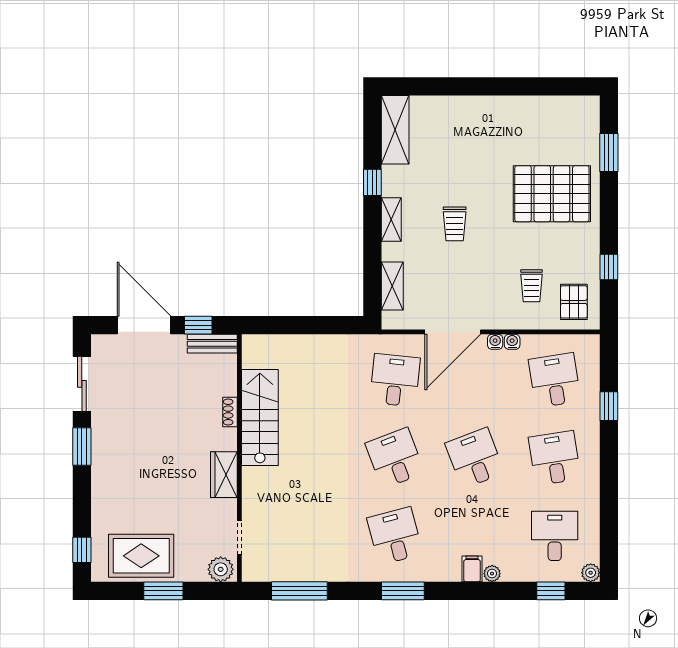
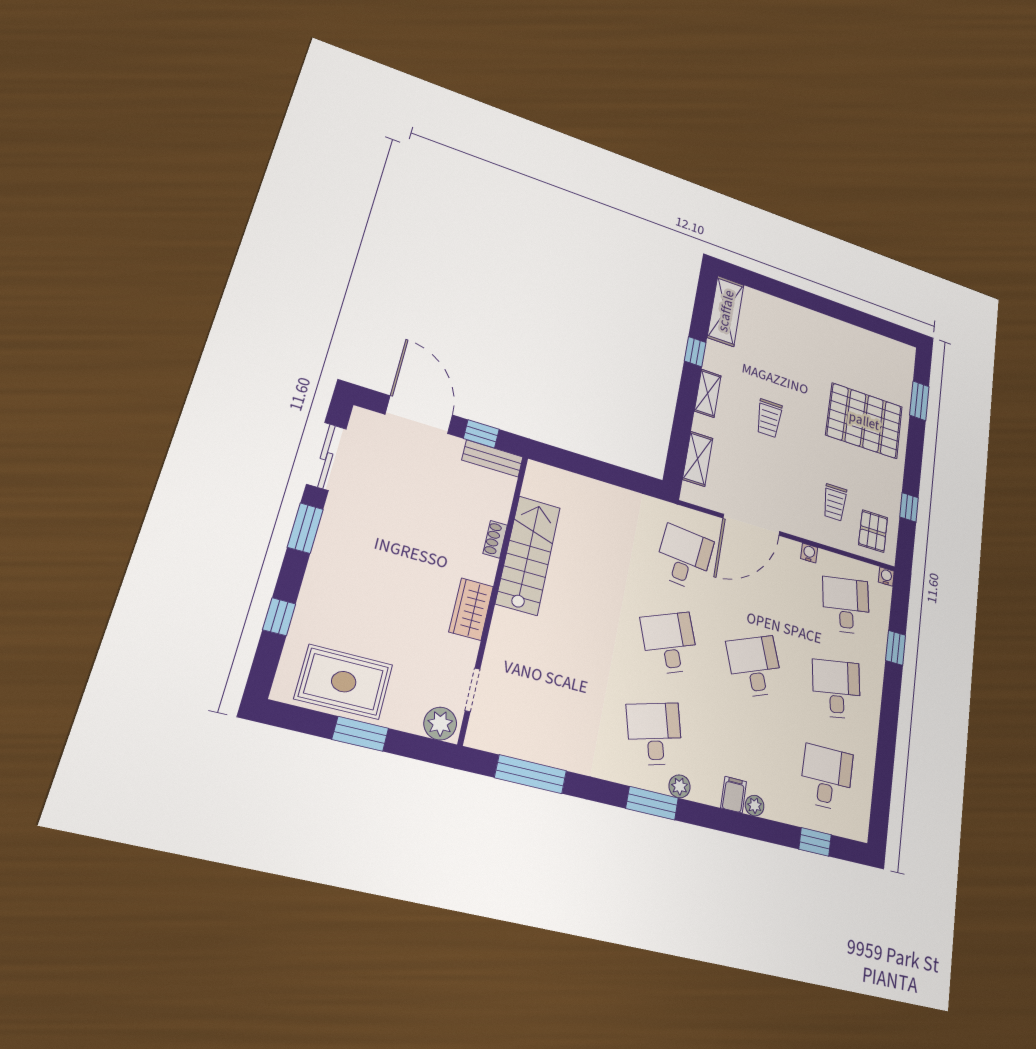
water cooler: (495, 342) -> (886, 577), moved
window: (82, 550) -> (279, 617), moved
plant: (591, 573) -> (680, 786), moved

